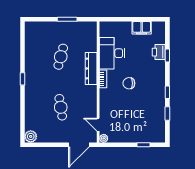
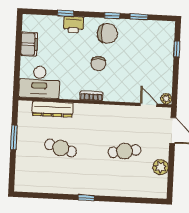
printer: (159, 52) -> (74, 24), moved
desk: (112, 53) -> (39, 82), moved
dresser: (91, 68) -> (52, 109), moved
chair: (153, 89) -> (107, 33), added
door: (98, 125) -> (149, 105), swing flipped
plant: (31, 136) -> (161, 167), moved

